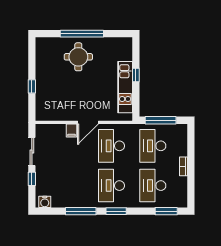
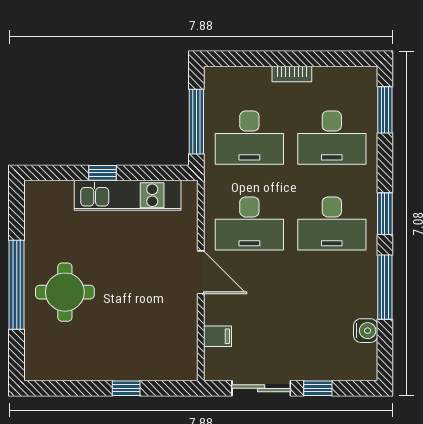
filing cabinet: (72, 130) -> (218, 336), moved
water cooler: (45, 202) -> (366, 331), moved

